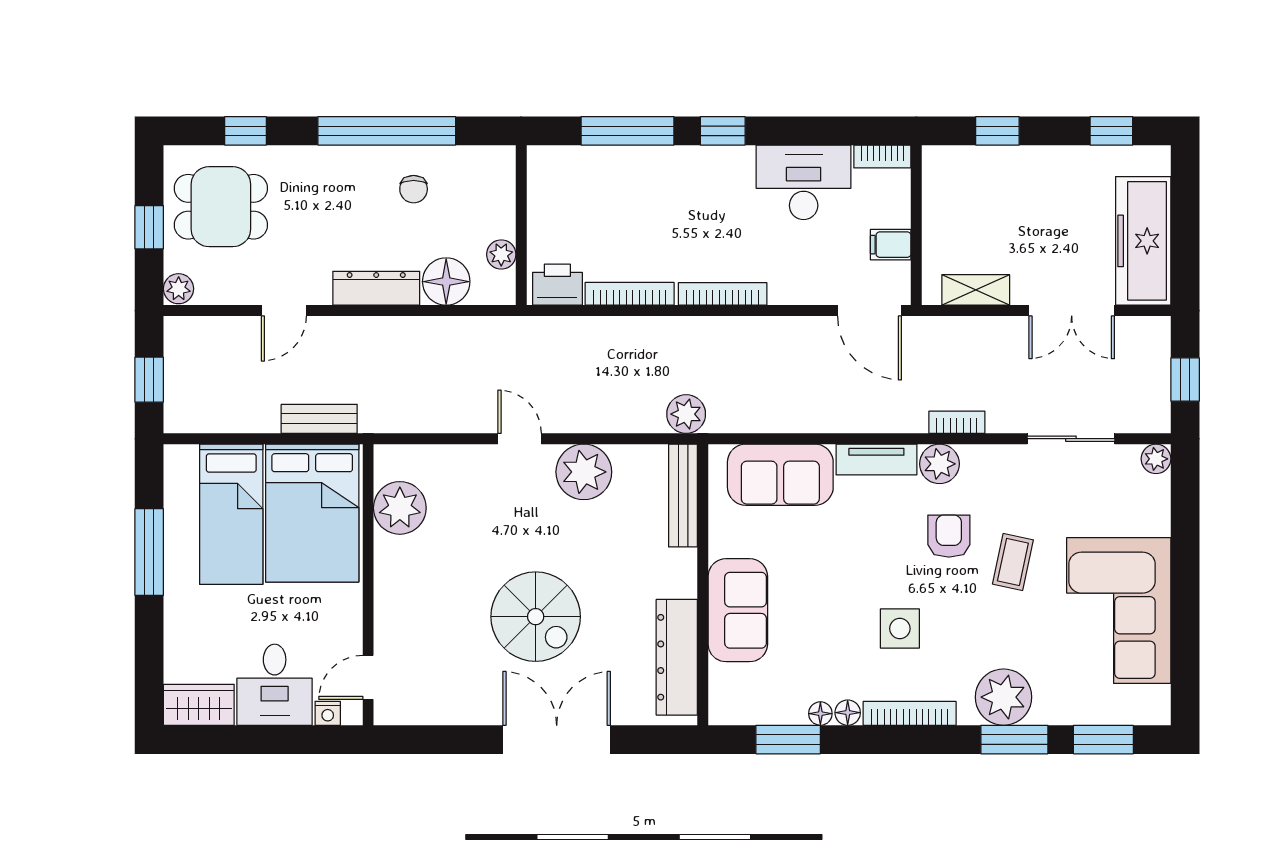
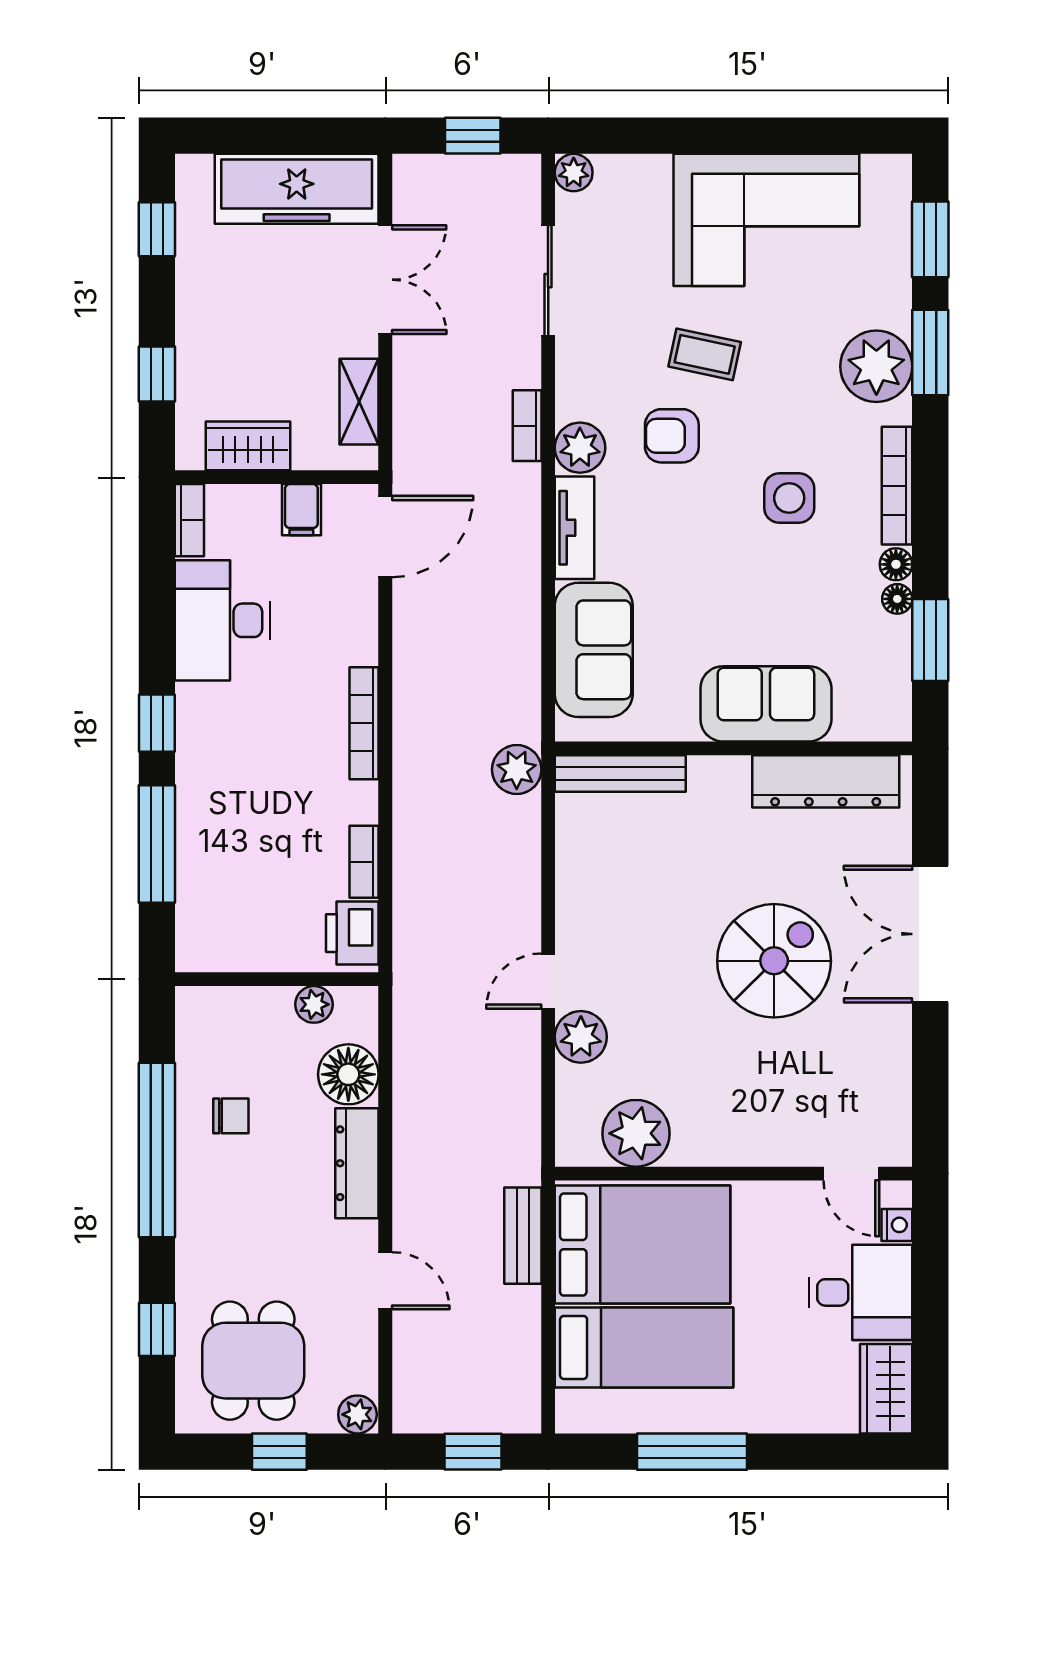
wardrobe: (941, 203) -> (248, 446), added
bookcase: (630, 294) -> (364, 862), width x0.64
plant: (584, 472) -> (581, 1037), moved, width x0.73, depth x0.73

